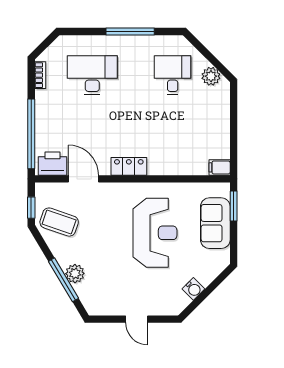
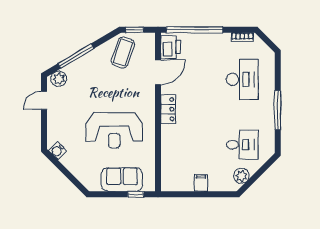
filing cabinet: (220, 167) -> (201, 183), moved
window: (234, 206) -> (136, 194), width x0.67
plant: (75, 274) -> (59, 79), moved
water cooler: (193, 289) -> (57, 151), moved
door: (137, 319) -> (44, 100), moved

